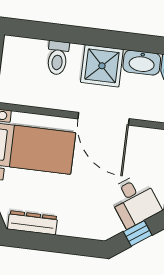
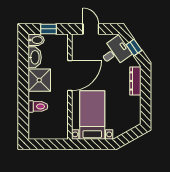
dresser: (33, 223) -> (135, 81), moved

